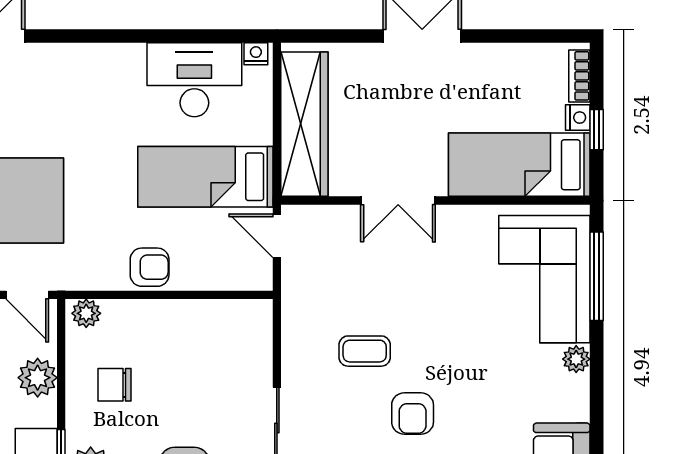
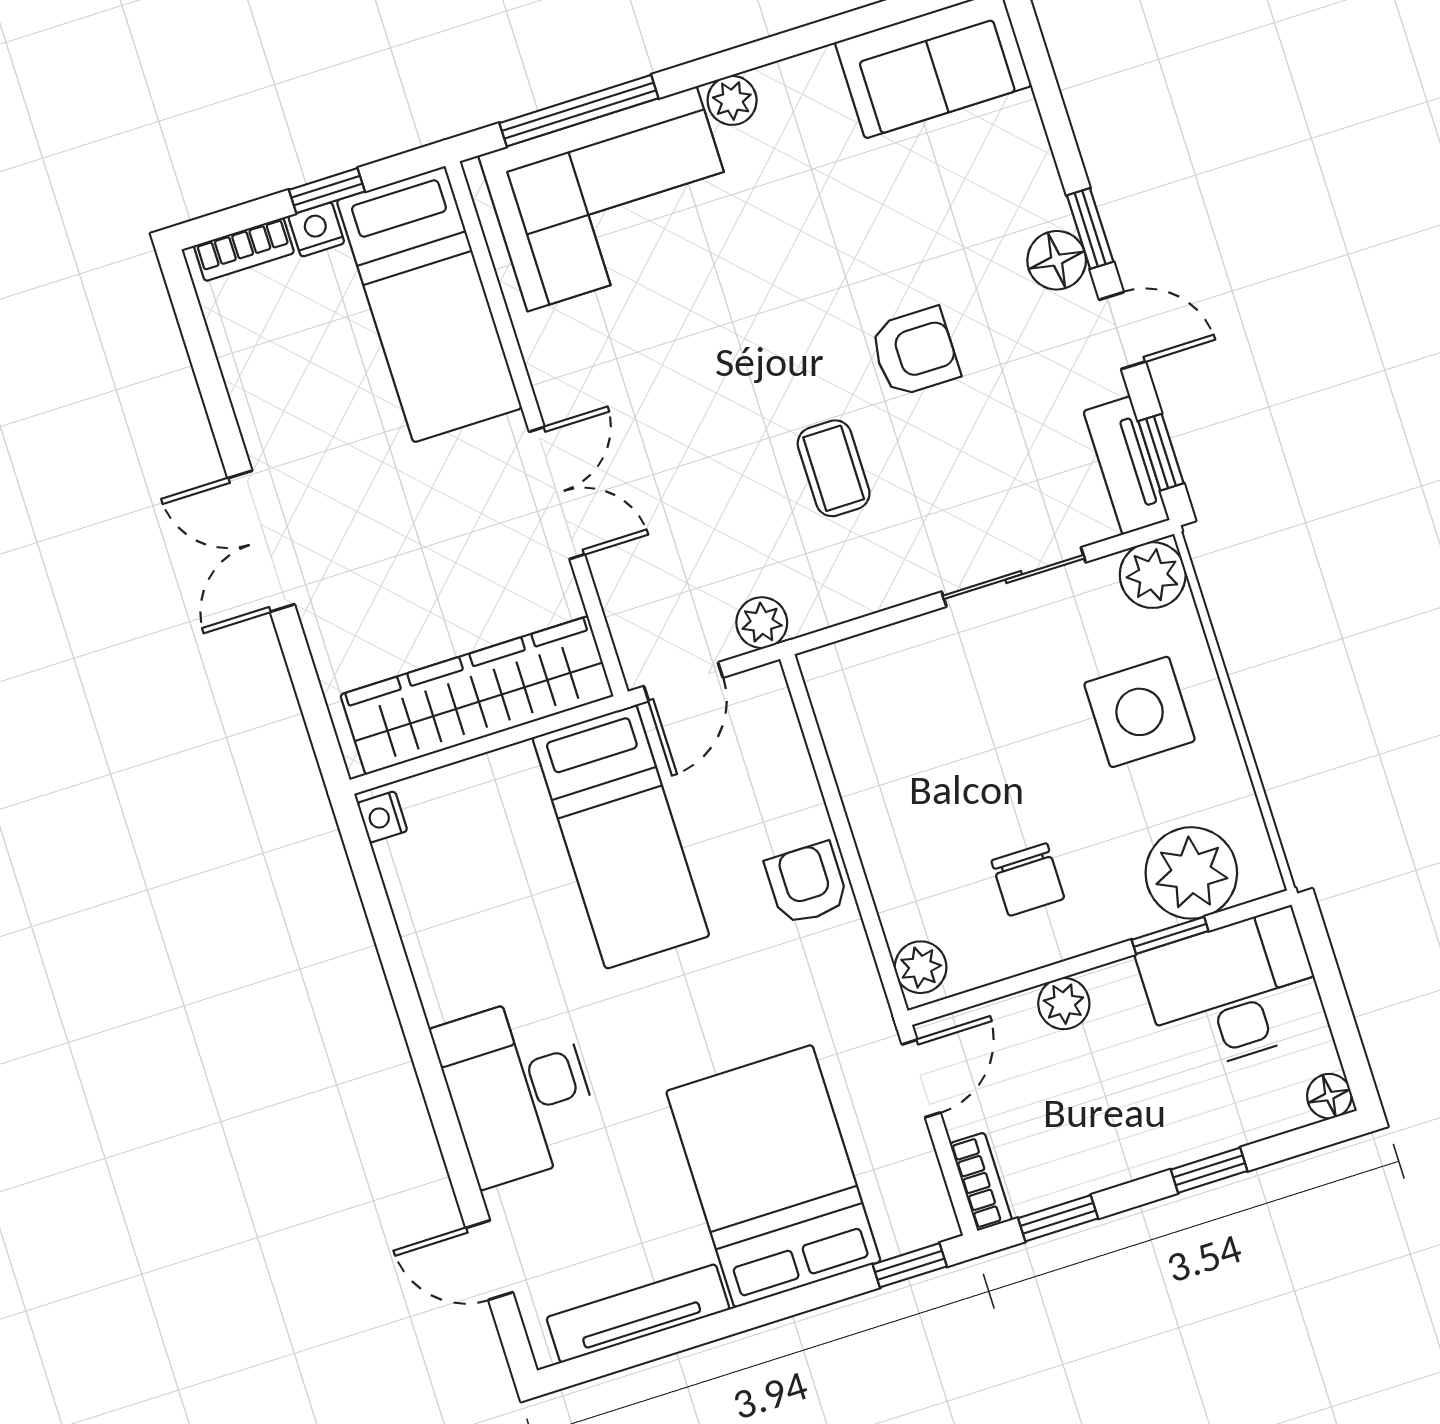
desk: (194, 80) -> (518, 1090), moved
plant: (295, 287) -> (762, 623), added
plant: (38, 378) -> (1064, 1004), width x0.73, depth x0.73

